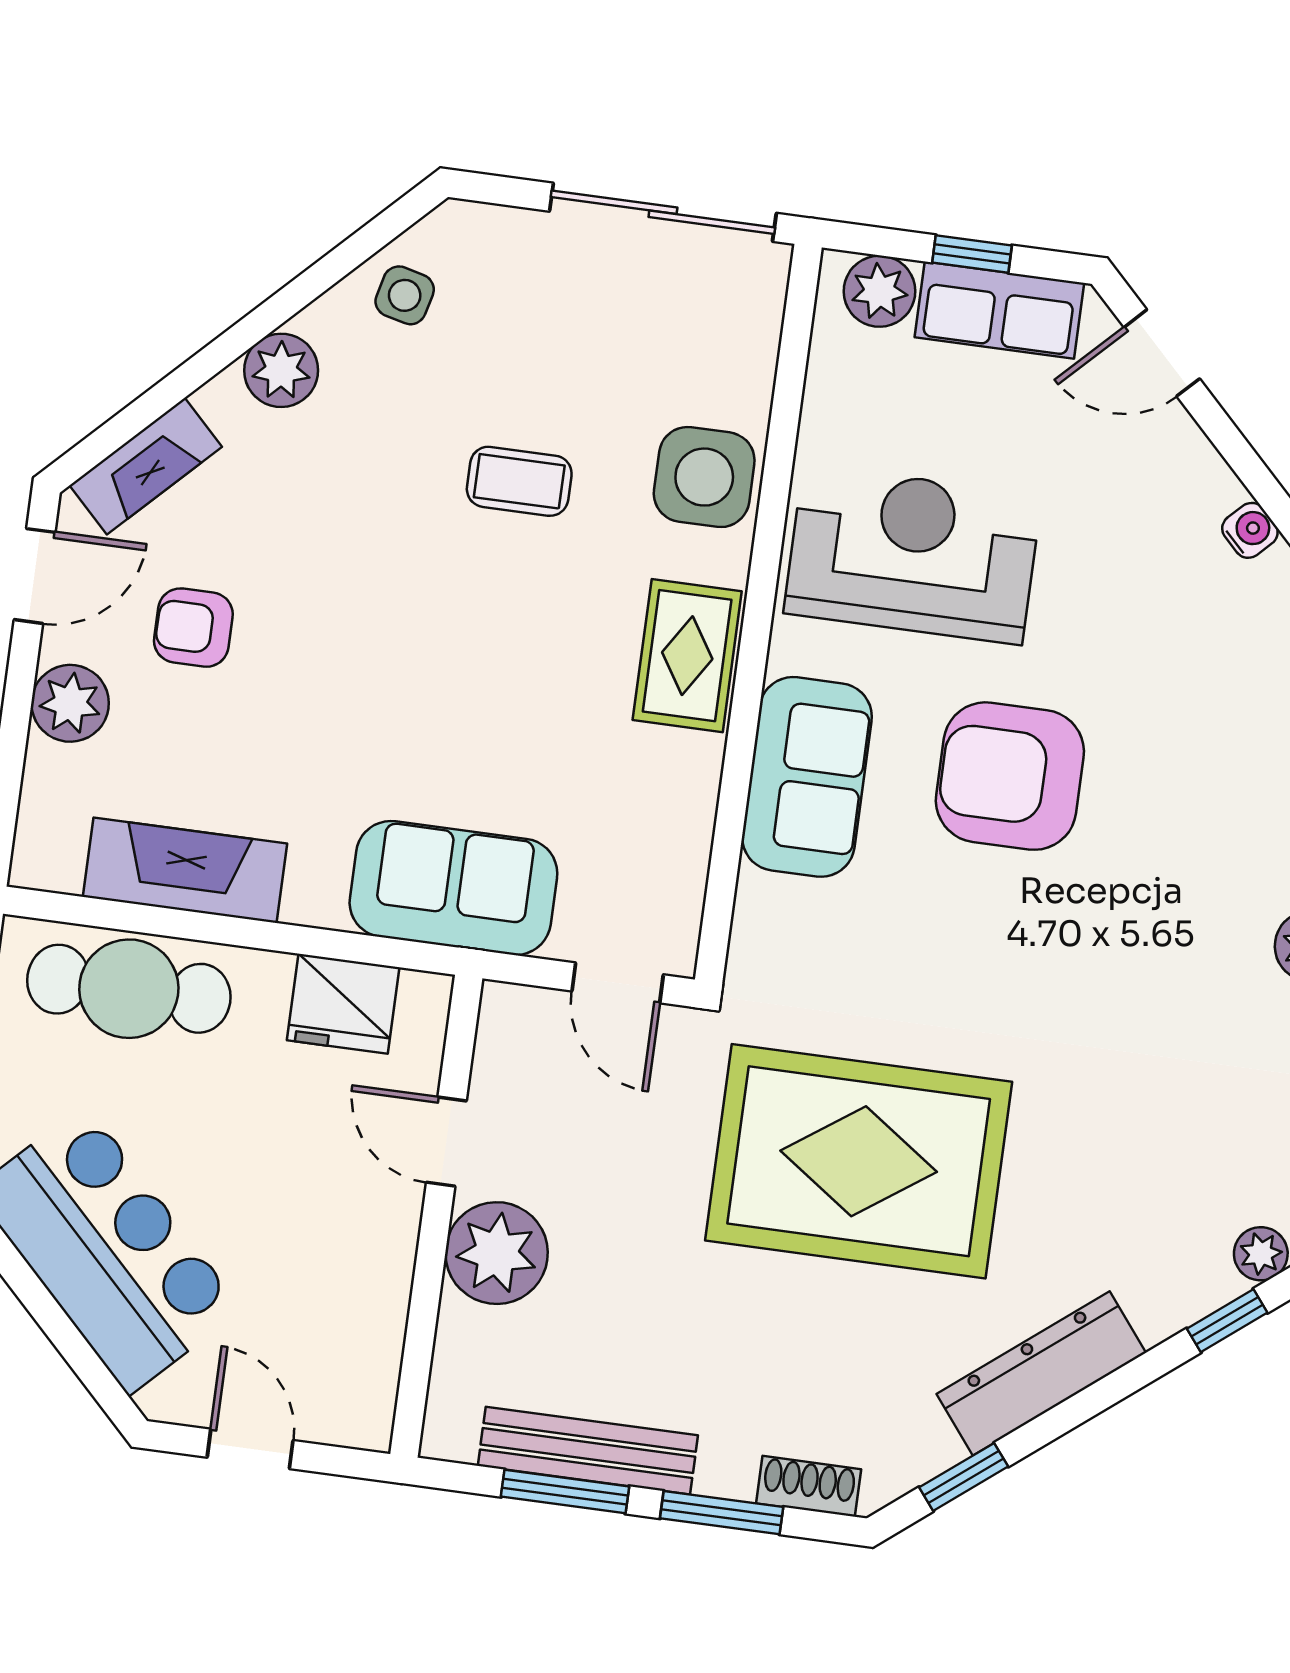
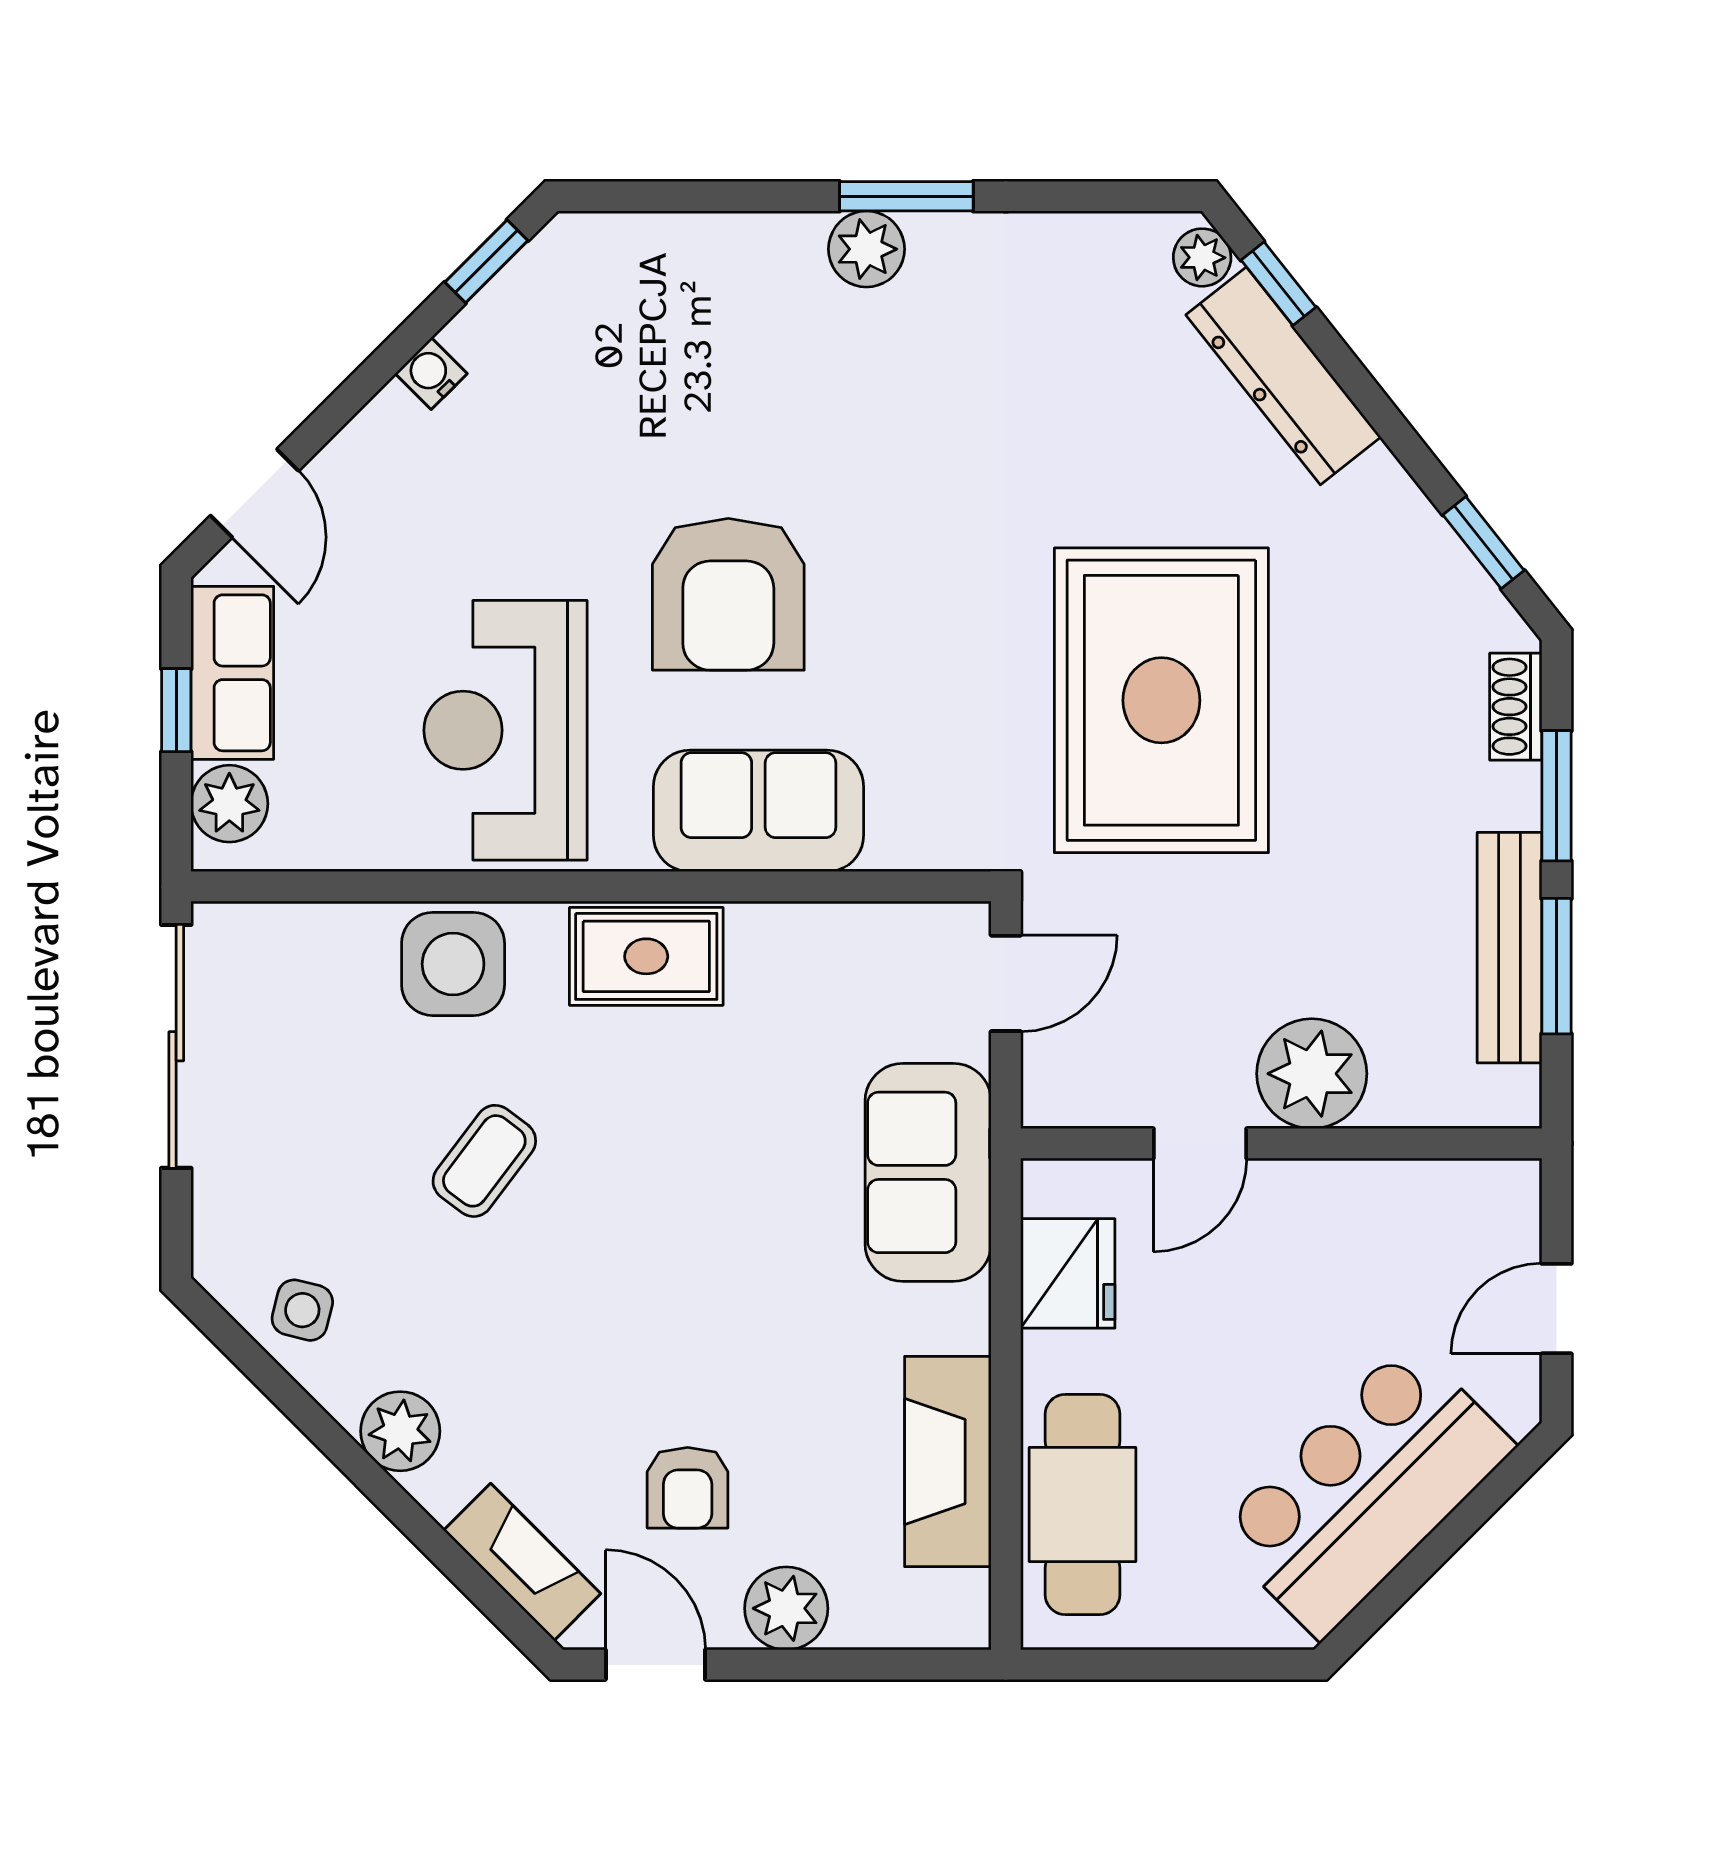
coffee table: (519, 481) -> (484, 1161), turned 37
dresser: (1041, 1373) -> (1283, 376), moved

